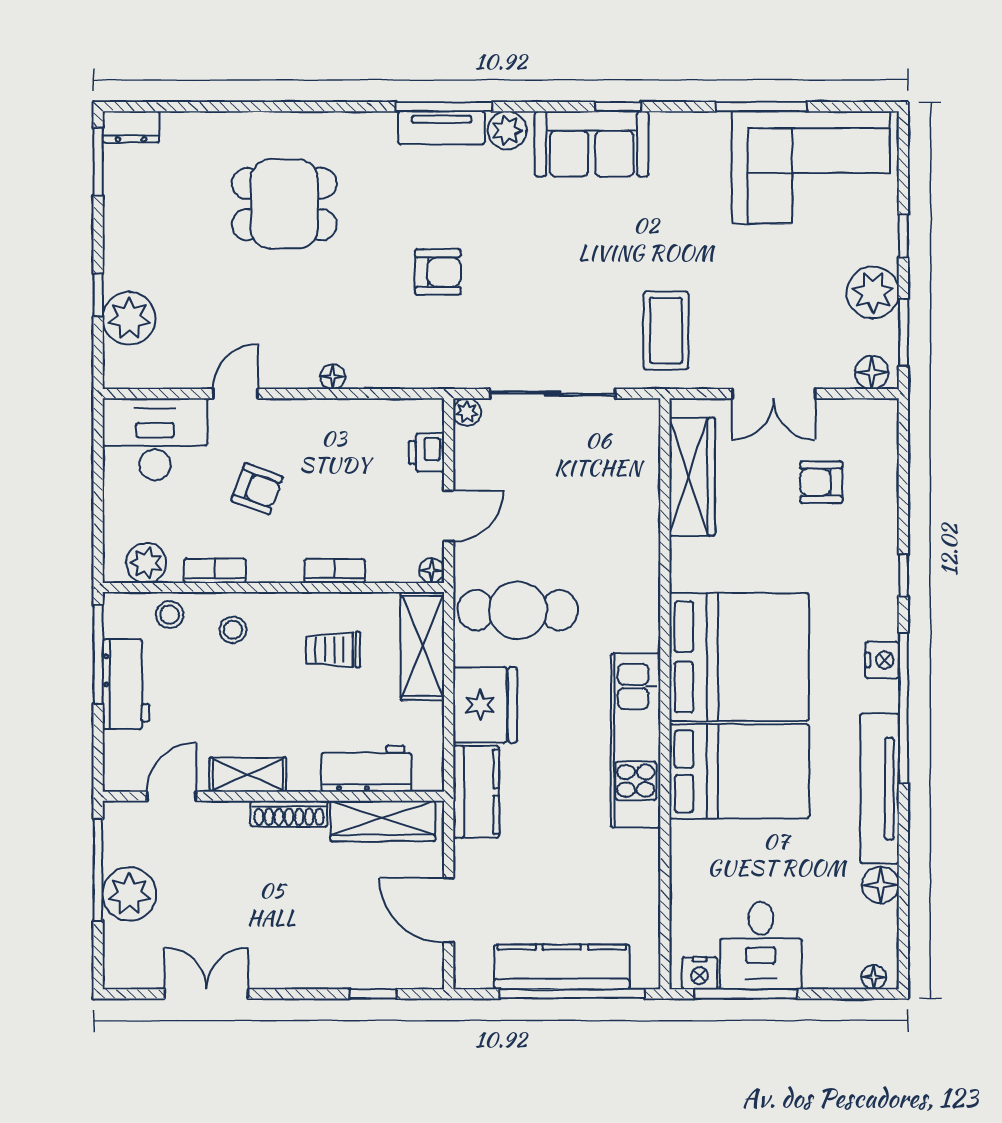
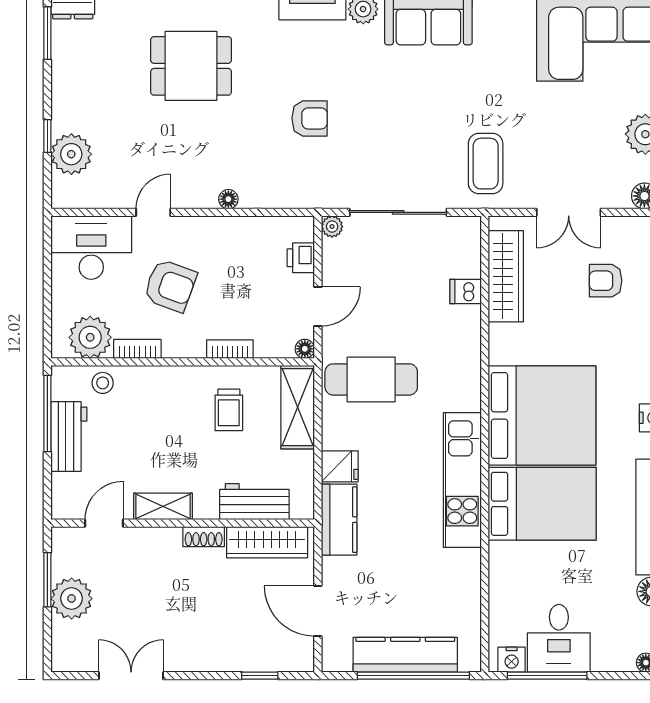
armchair: (257, 489) -> (170, 286), width x1.38, depth x1.38
dishwasher: (640, 496) -> (466, 292), added
plant: (146, 563) -> (90, 337), width x1.36, depth x1.36
stool: (233, 630) -> (151, 395), removed
trolley: (333, 650) -> (229, 410), turned -90
fridge: (485, 705) -> (340, 466), width x0.53, depth x0.75
shoe rack: (289, 814) -> (204, 537), width x0.70
window: (98, 870) -> (47, 580), width x0.69

